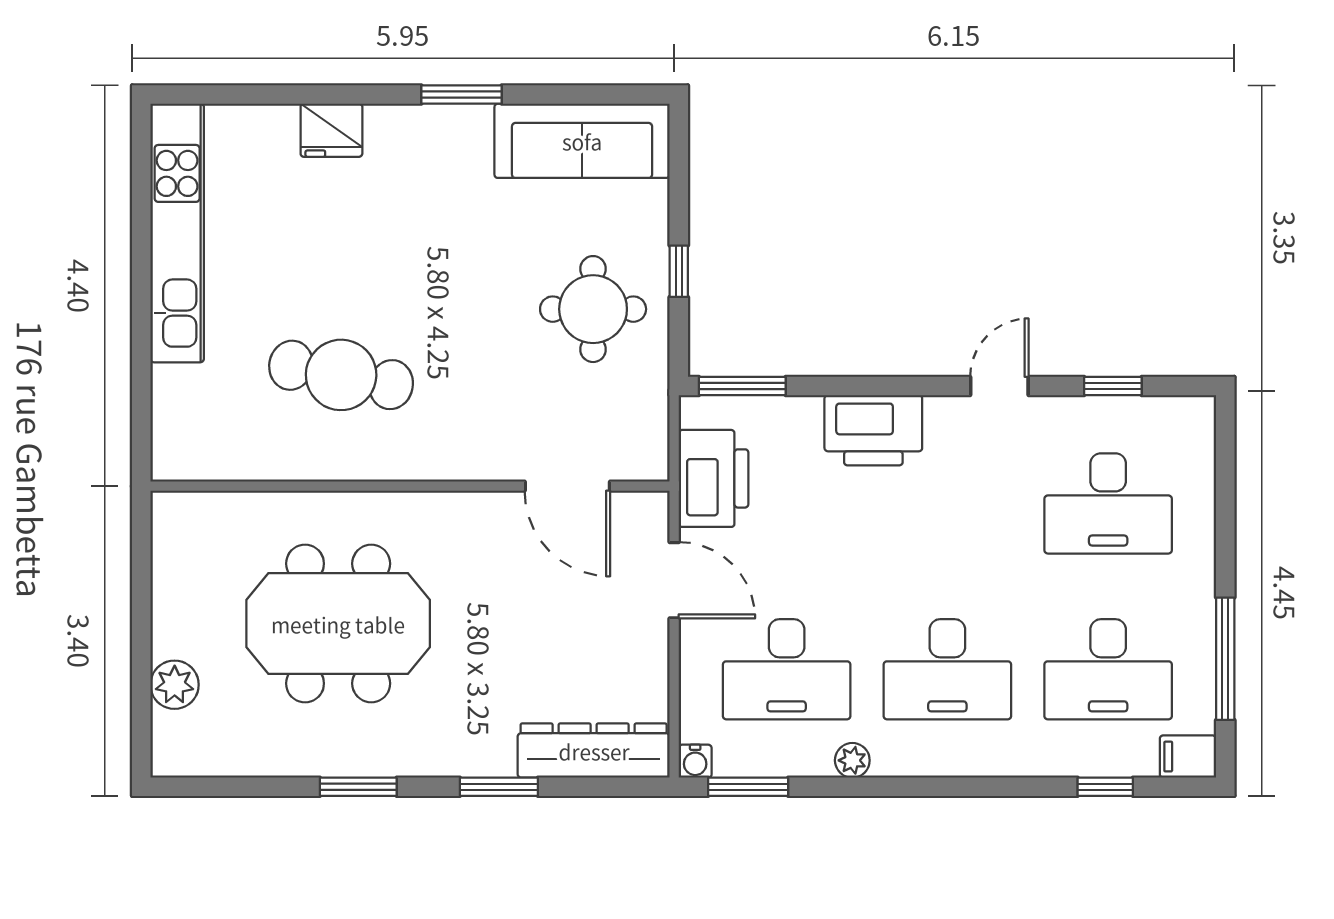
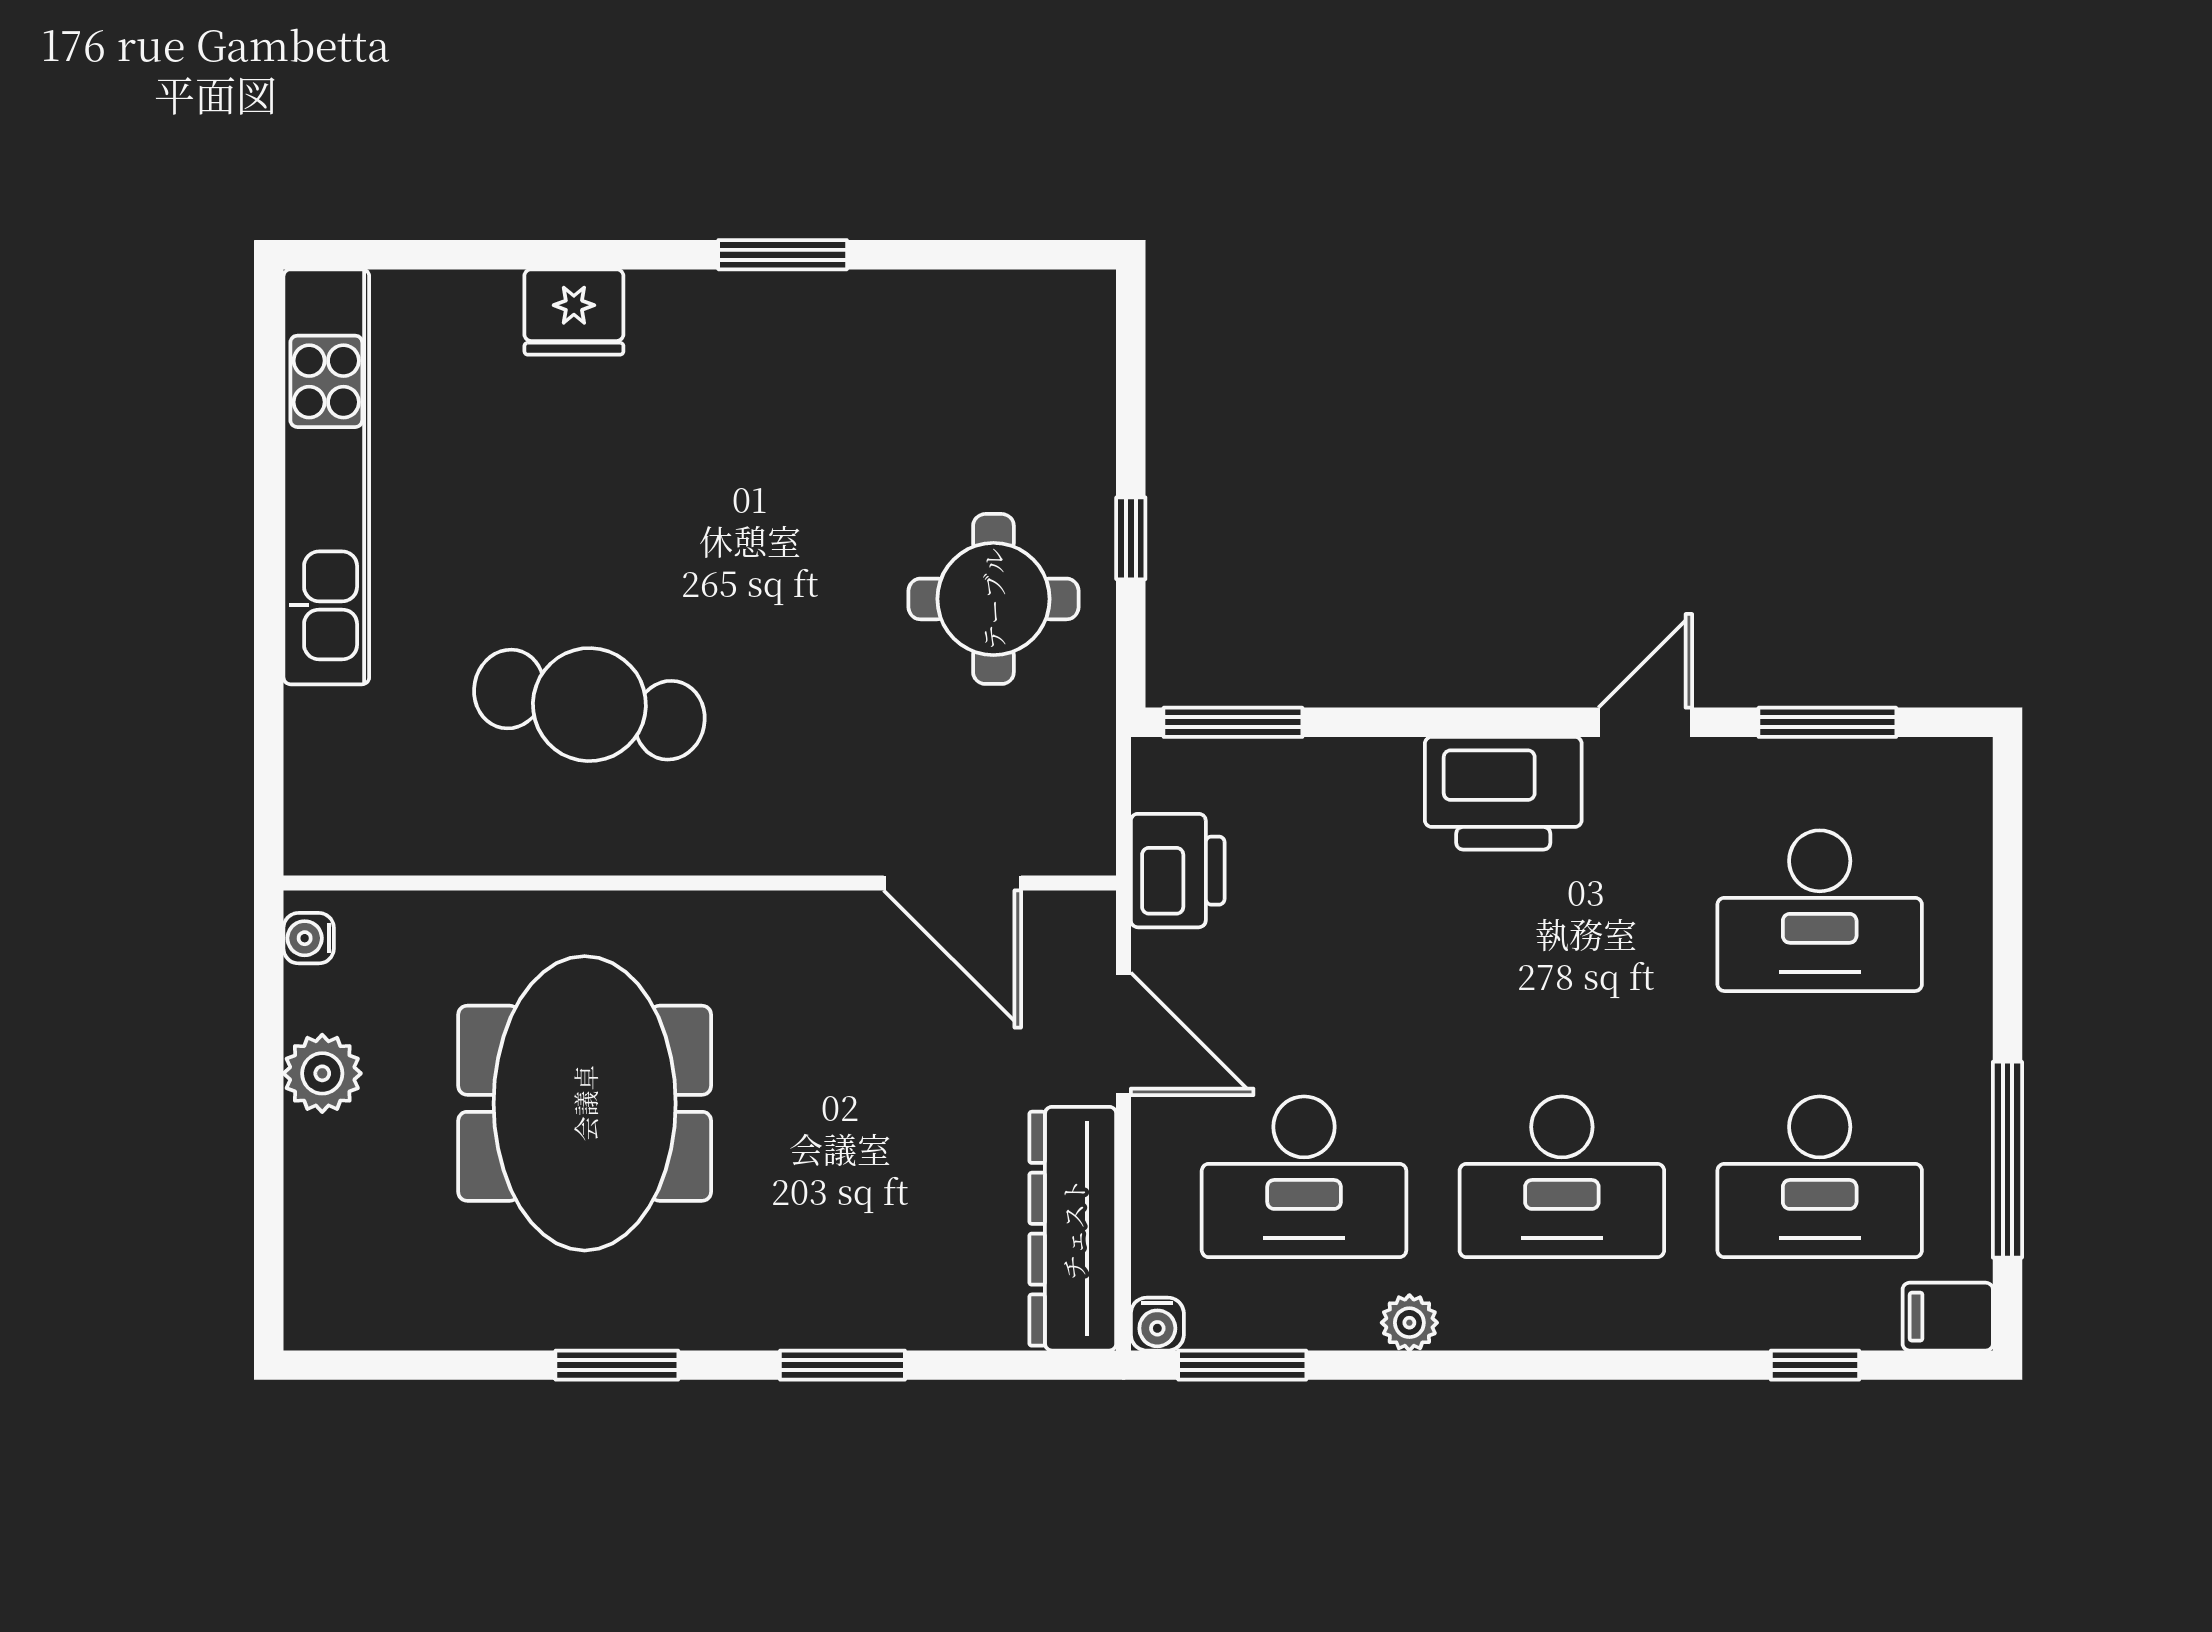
sofa: (582, 141) -> (976, 329), removed
window: (1113, 386) -> (1827, 722), width x1.50
printer: (873, 430) -> (1503, 793), moved
printer: (714, 478) -> (1178, 871), width x0.73, depth x0.84
water cooler: (166, 521) -> (309, 938), added
meeting table: (338, 624) -> (585, 1103), turned 90
plant: (175, 685) -> (322, 1073), moved
dresser: (594, 751) -> (1073, 1229), moved, turned -90

